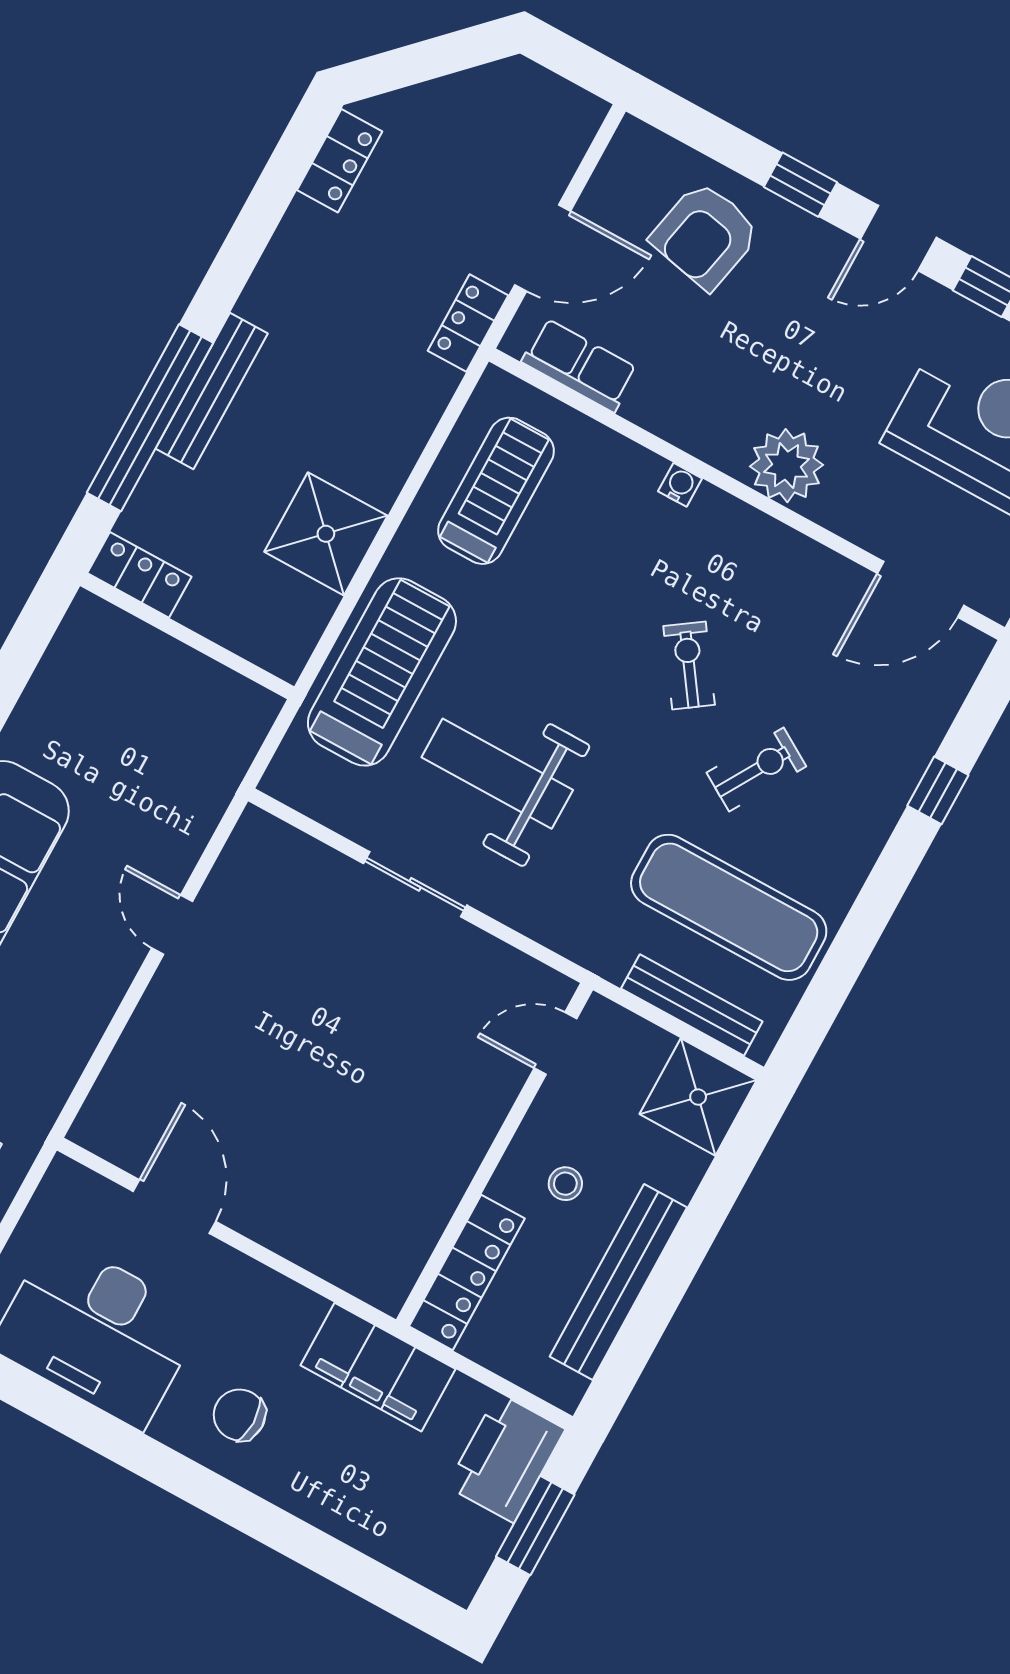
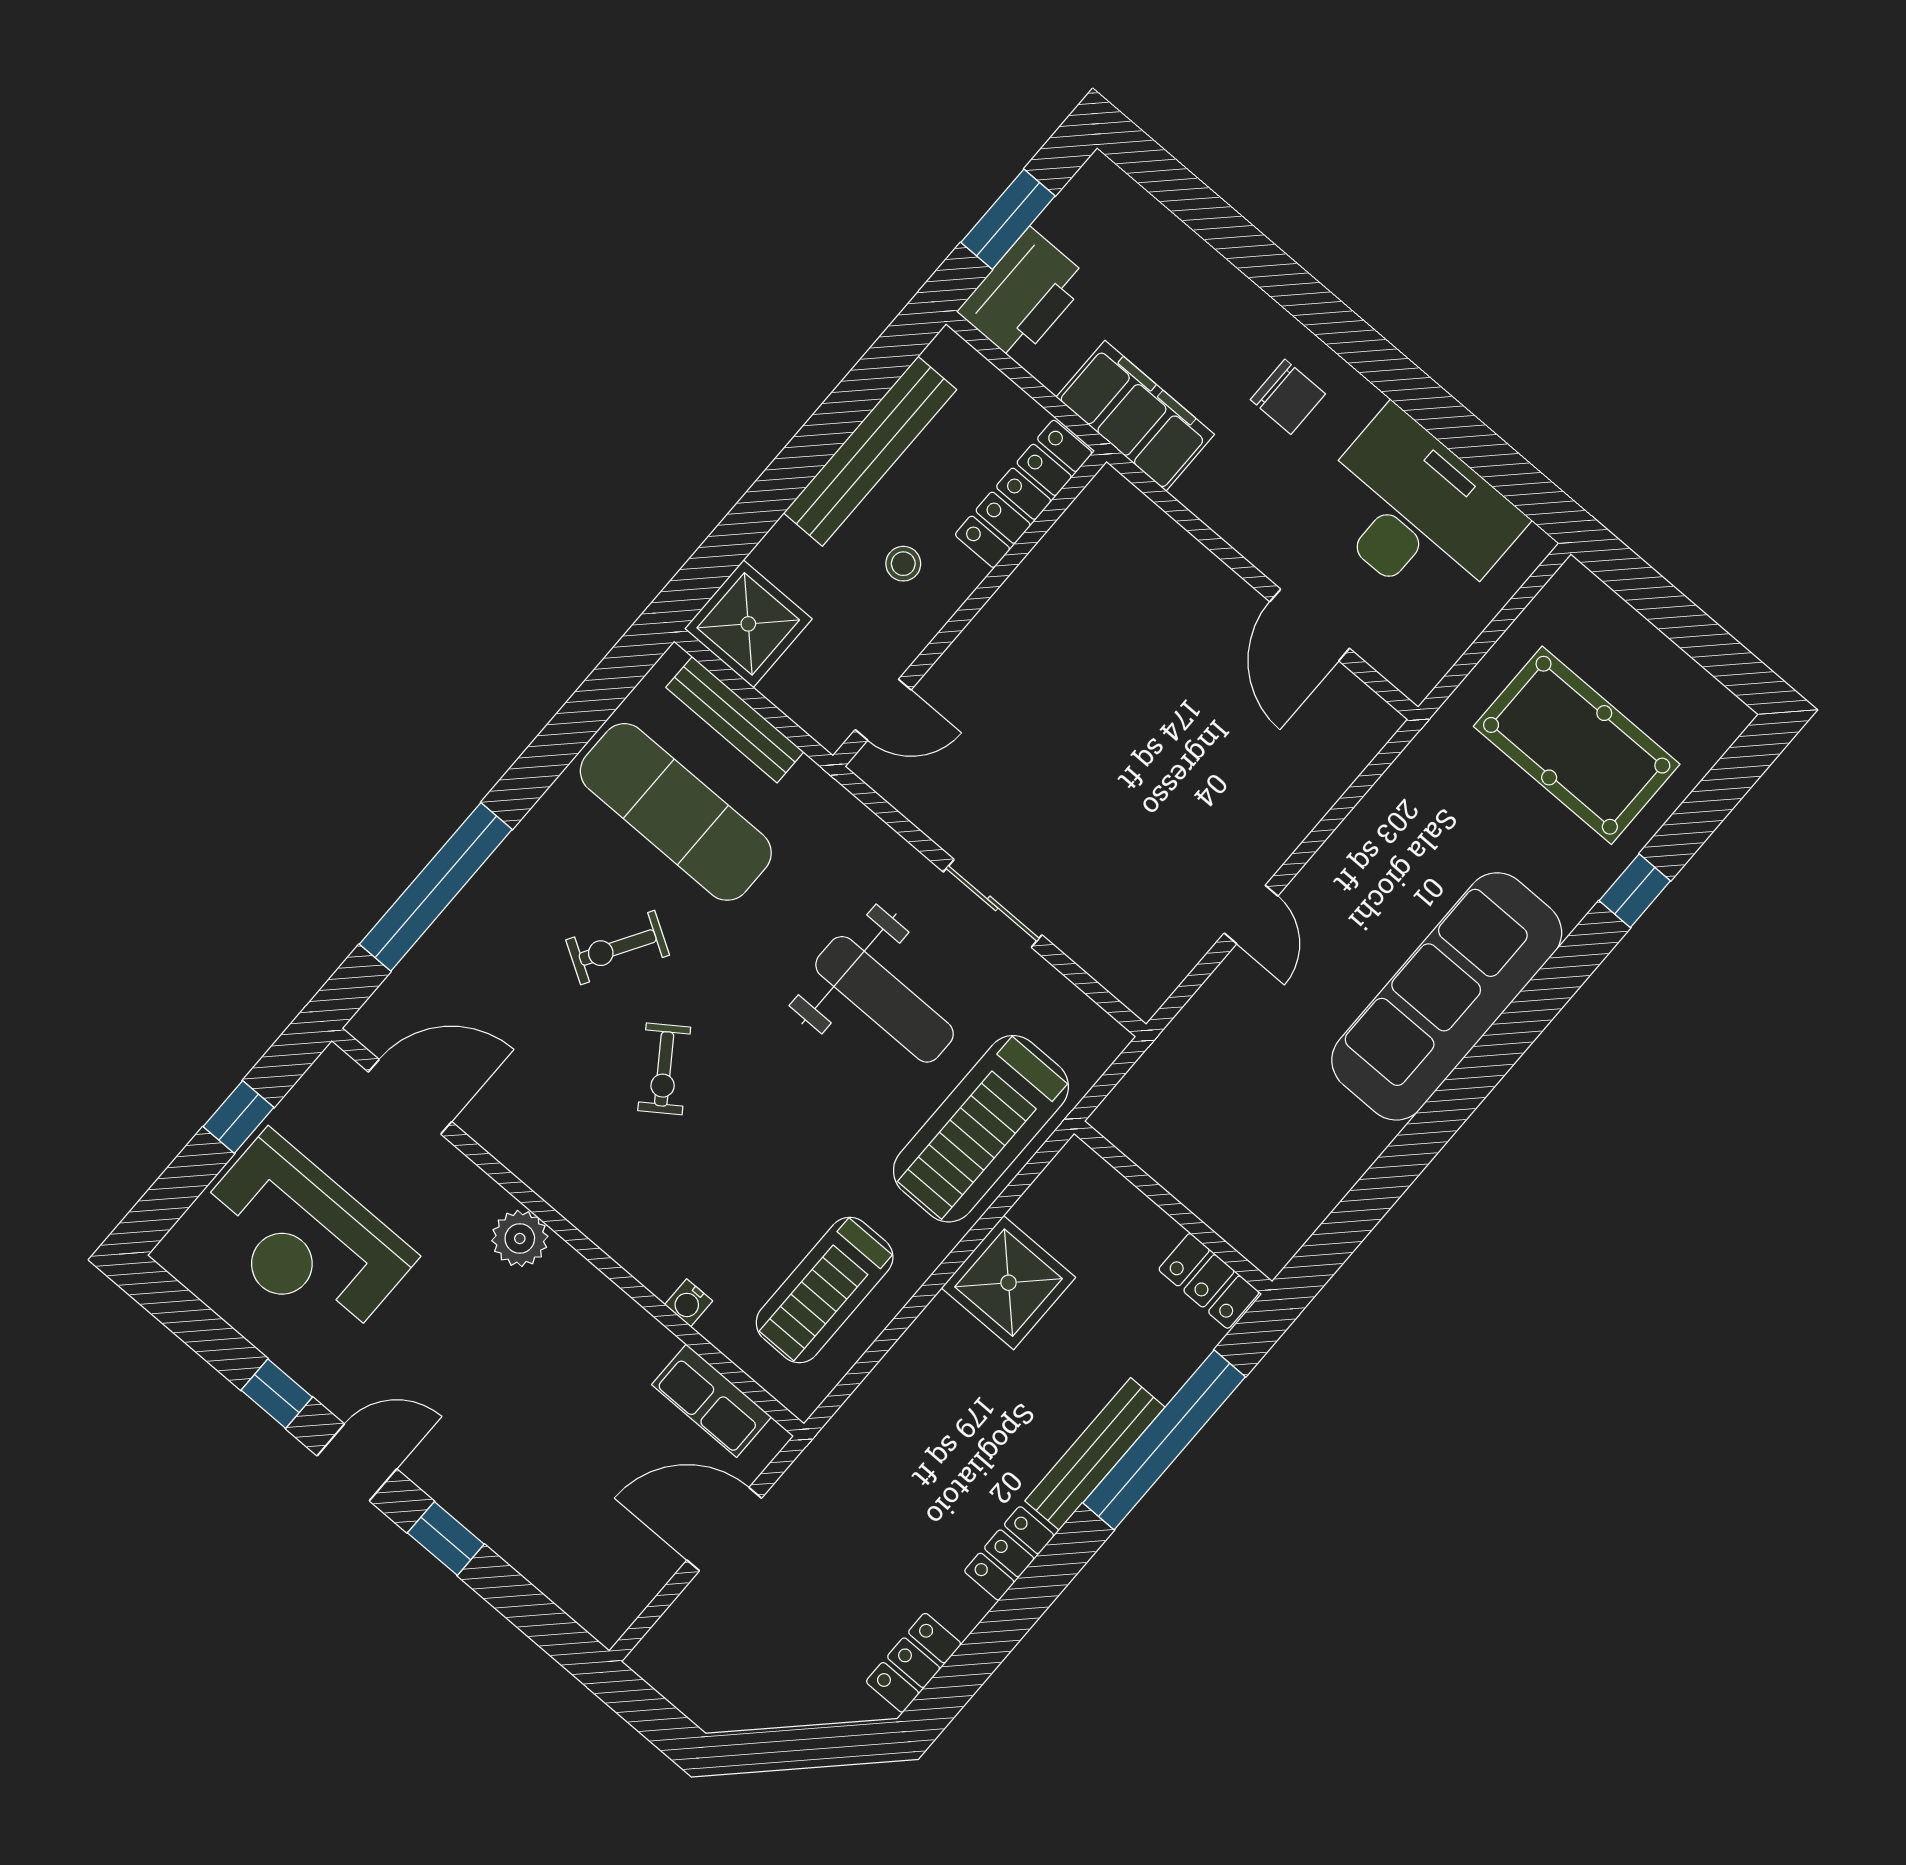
armchair: (705, 235) -> (554, 1507), removed
locker: (468, 323) -> (1009, 1553), moved, turned 180
plant: (786, 466) -> (520, 1238), width x0.73, depth x0.73
water cooler: (680, 485) -> (689, 1303), moved
window: (938, 790) -> (436, 887), width x3.17

